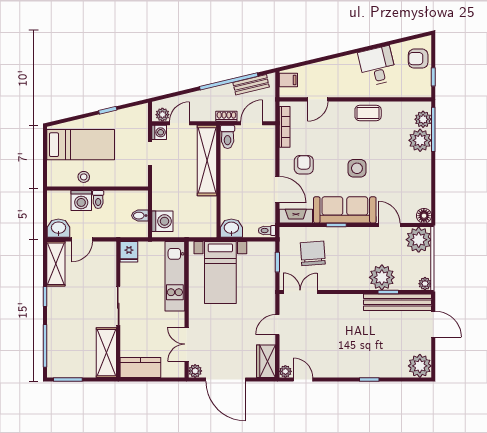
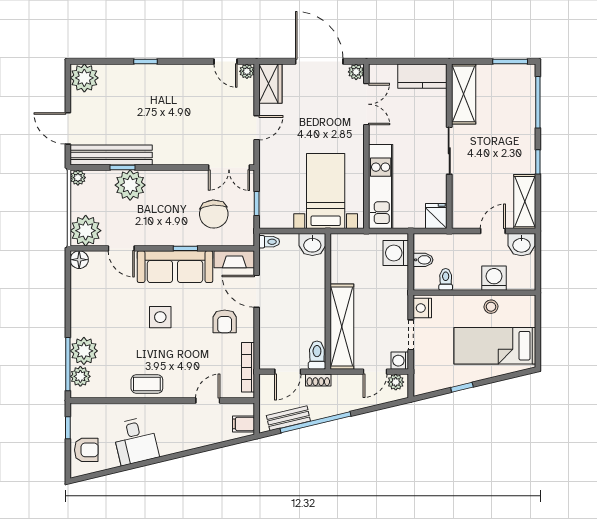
nightstand: (141, 176) -> (422, 308), added
toilet: (98, 199) -> (446, 279), moved

